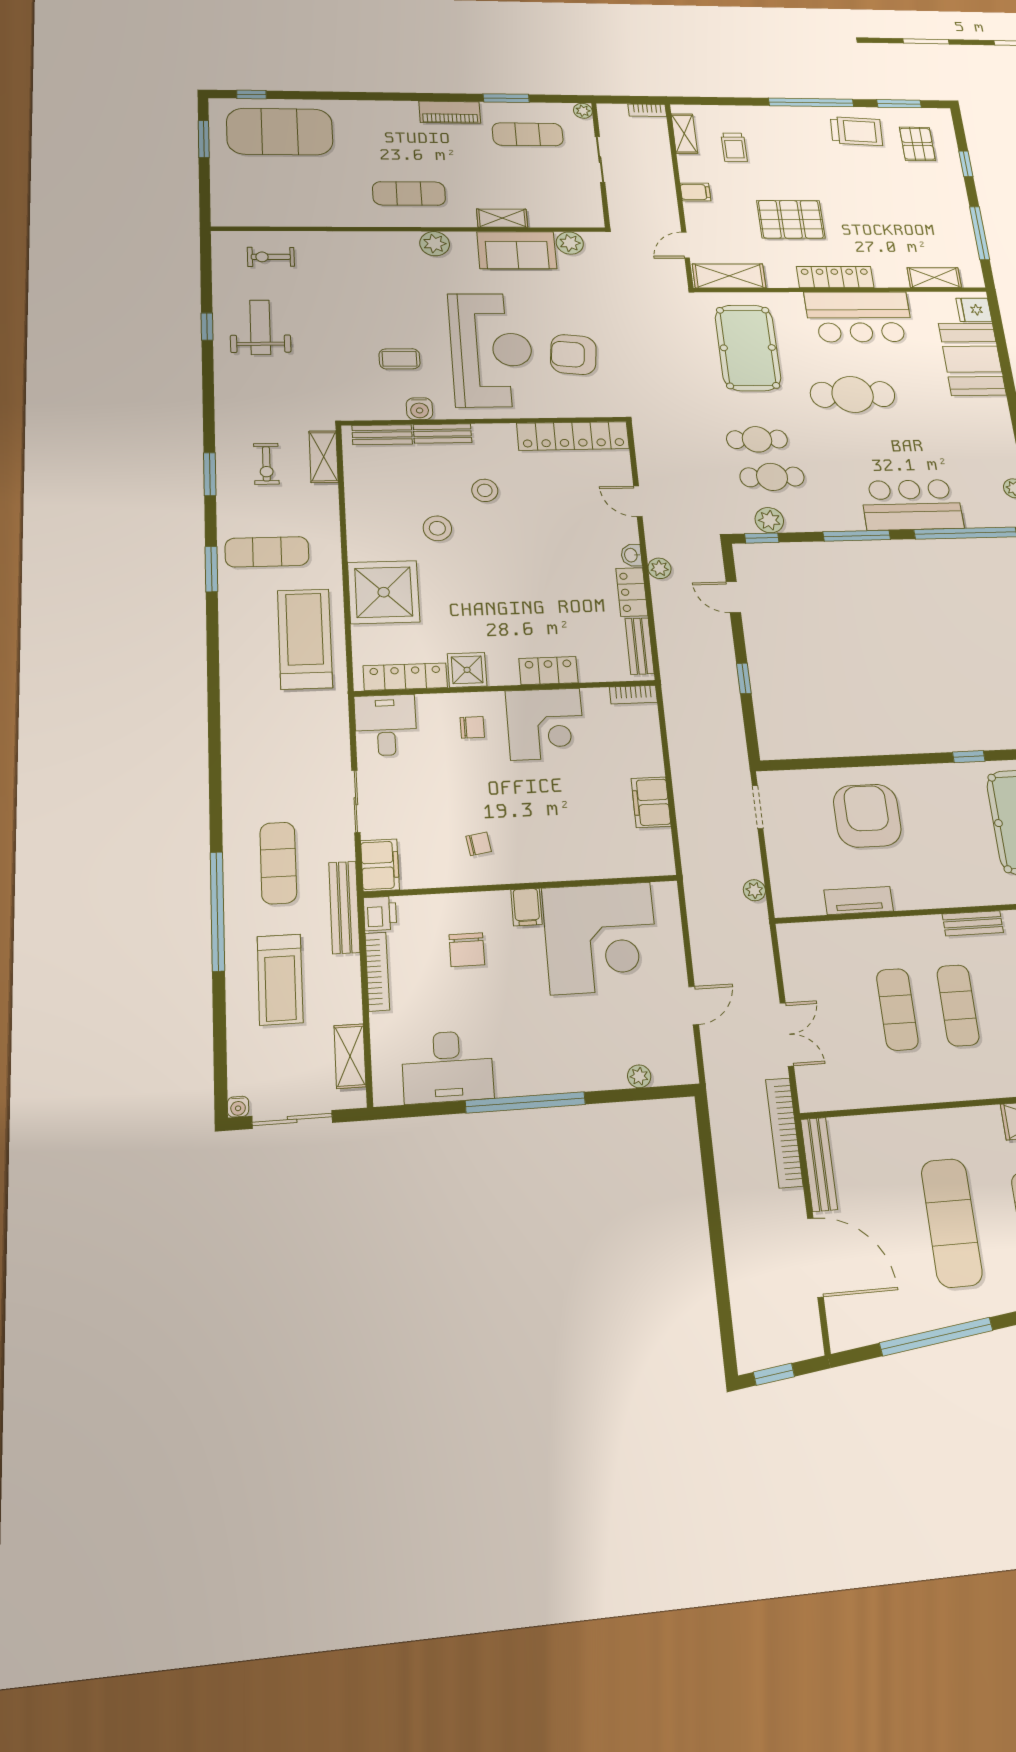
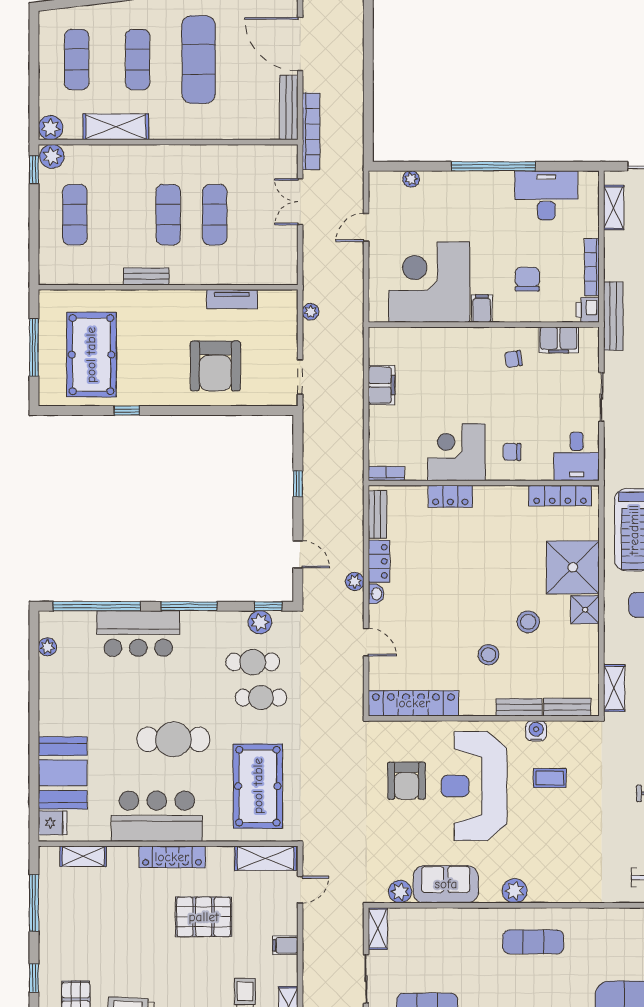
shelving: (502, 218) -> (378, 929), moved, turned 90
armchair: (573, 355) -> (407, 781), turned 84
shower: (467, 670) -> (585, 610), moved
filing cabinet: (380, 865) -> (559, 340), moved, turned -90

